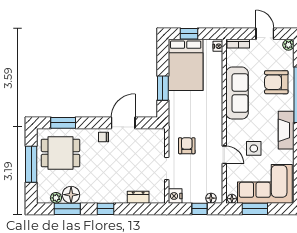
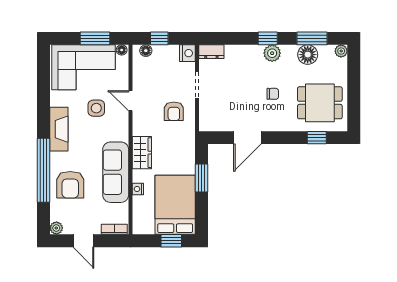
nightstand: (218, 46) -> (138, 189), moved
armchair: (276, 82) -> (70, 185), turned 90
wardrobe: (214, 110) -> (142, 153), added
window: (63, 123) -> (317, 138), width x0.67
chair: (103, 137) -> (273, 94), moved
window: (31, 164) -> (354, 90), removed
plant: (102, 196) -> (272, 53), added
dresser: (138, 197) -> (211, 52), moved
plant: (56, 198) -> (341, 51), moved

